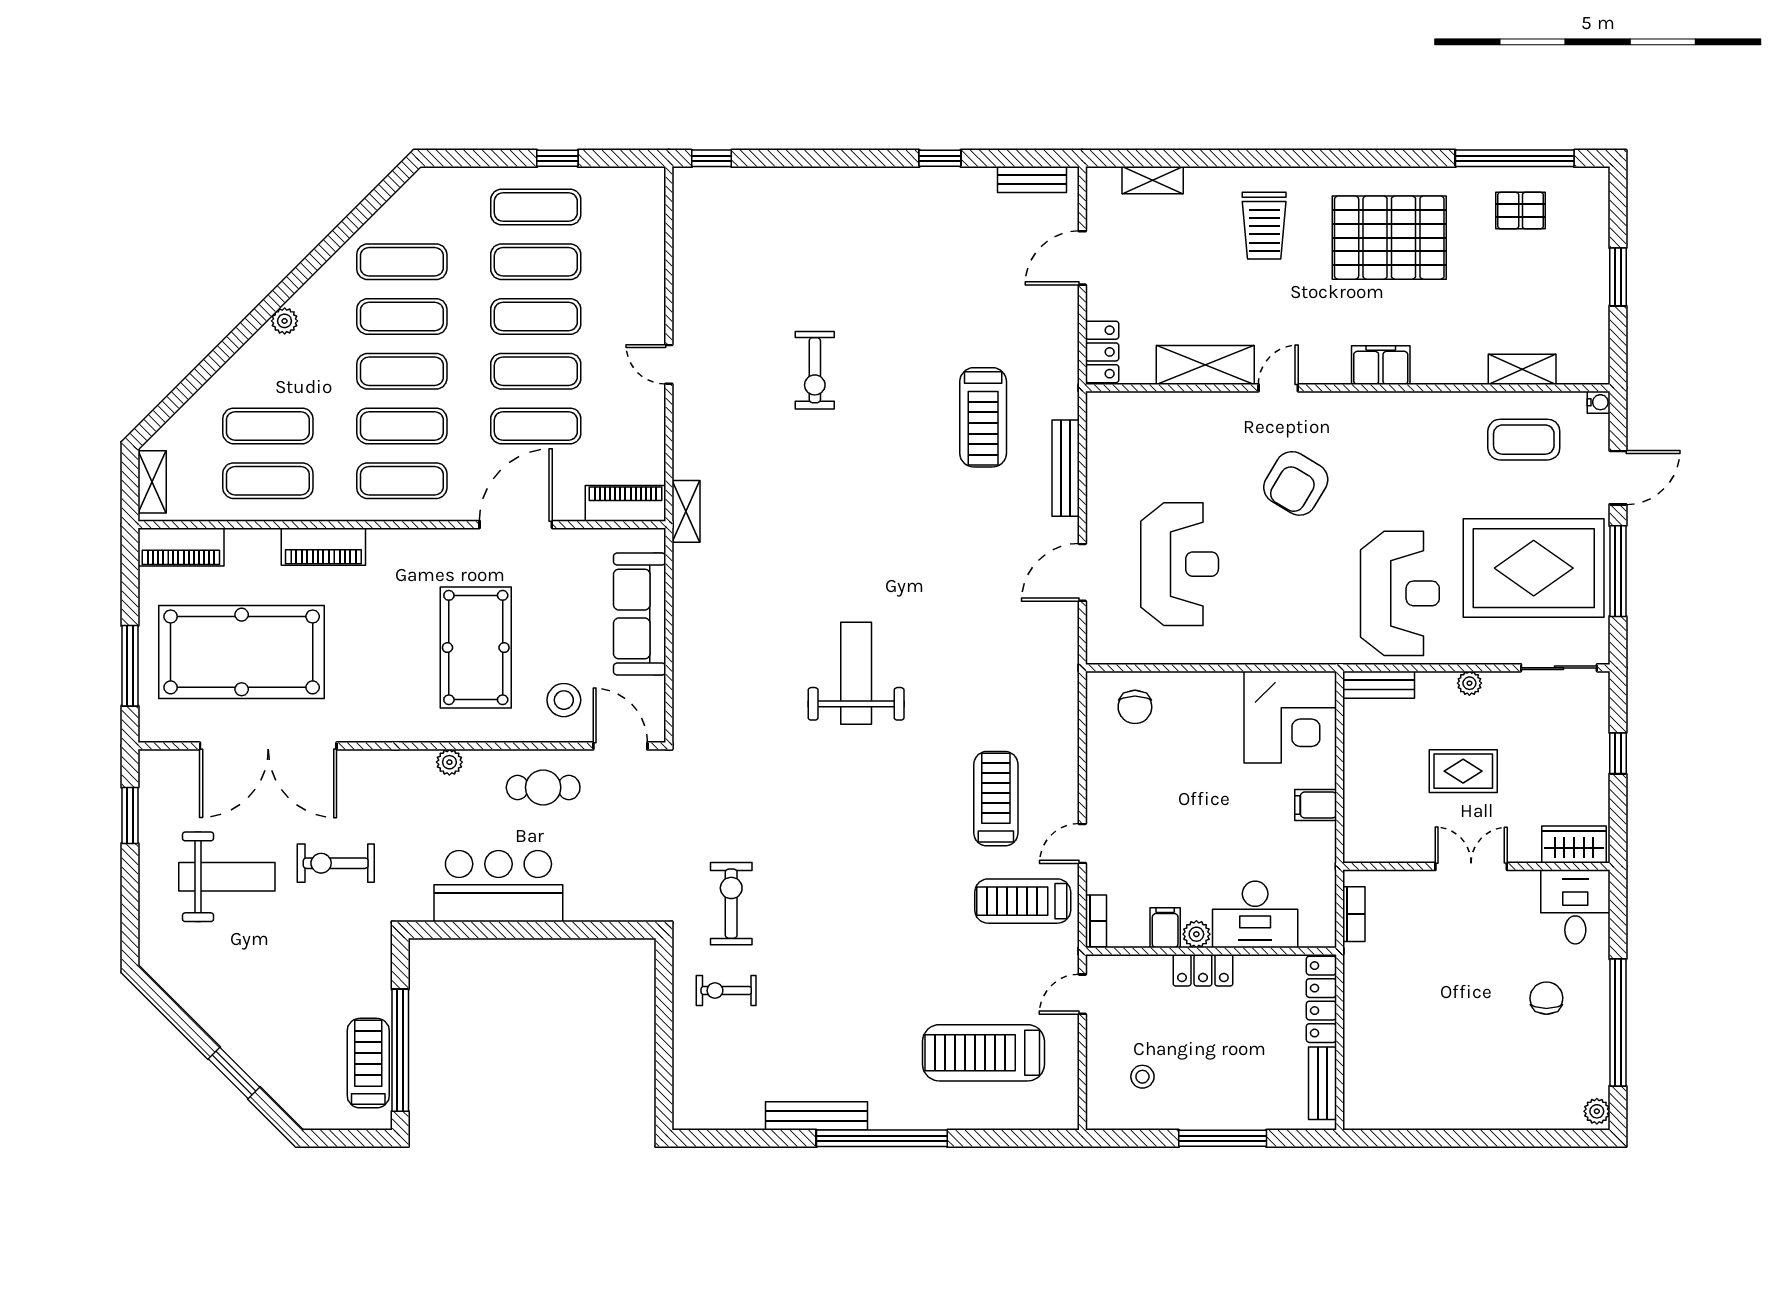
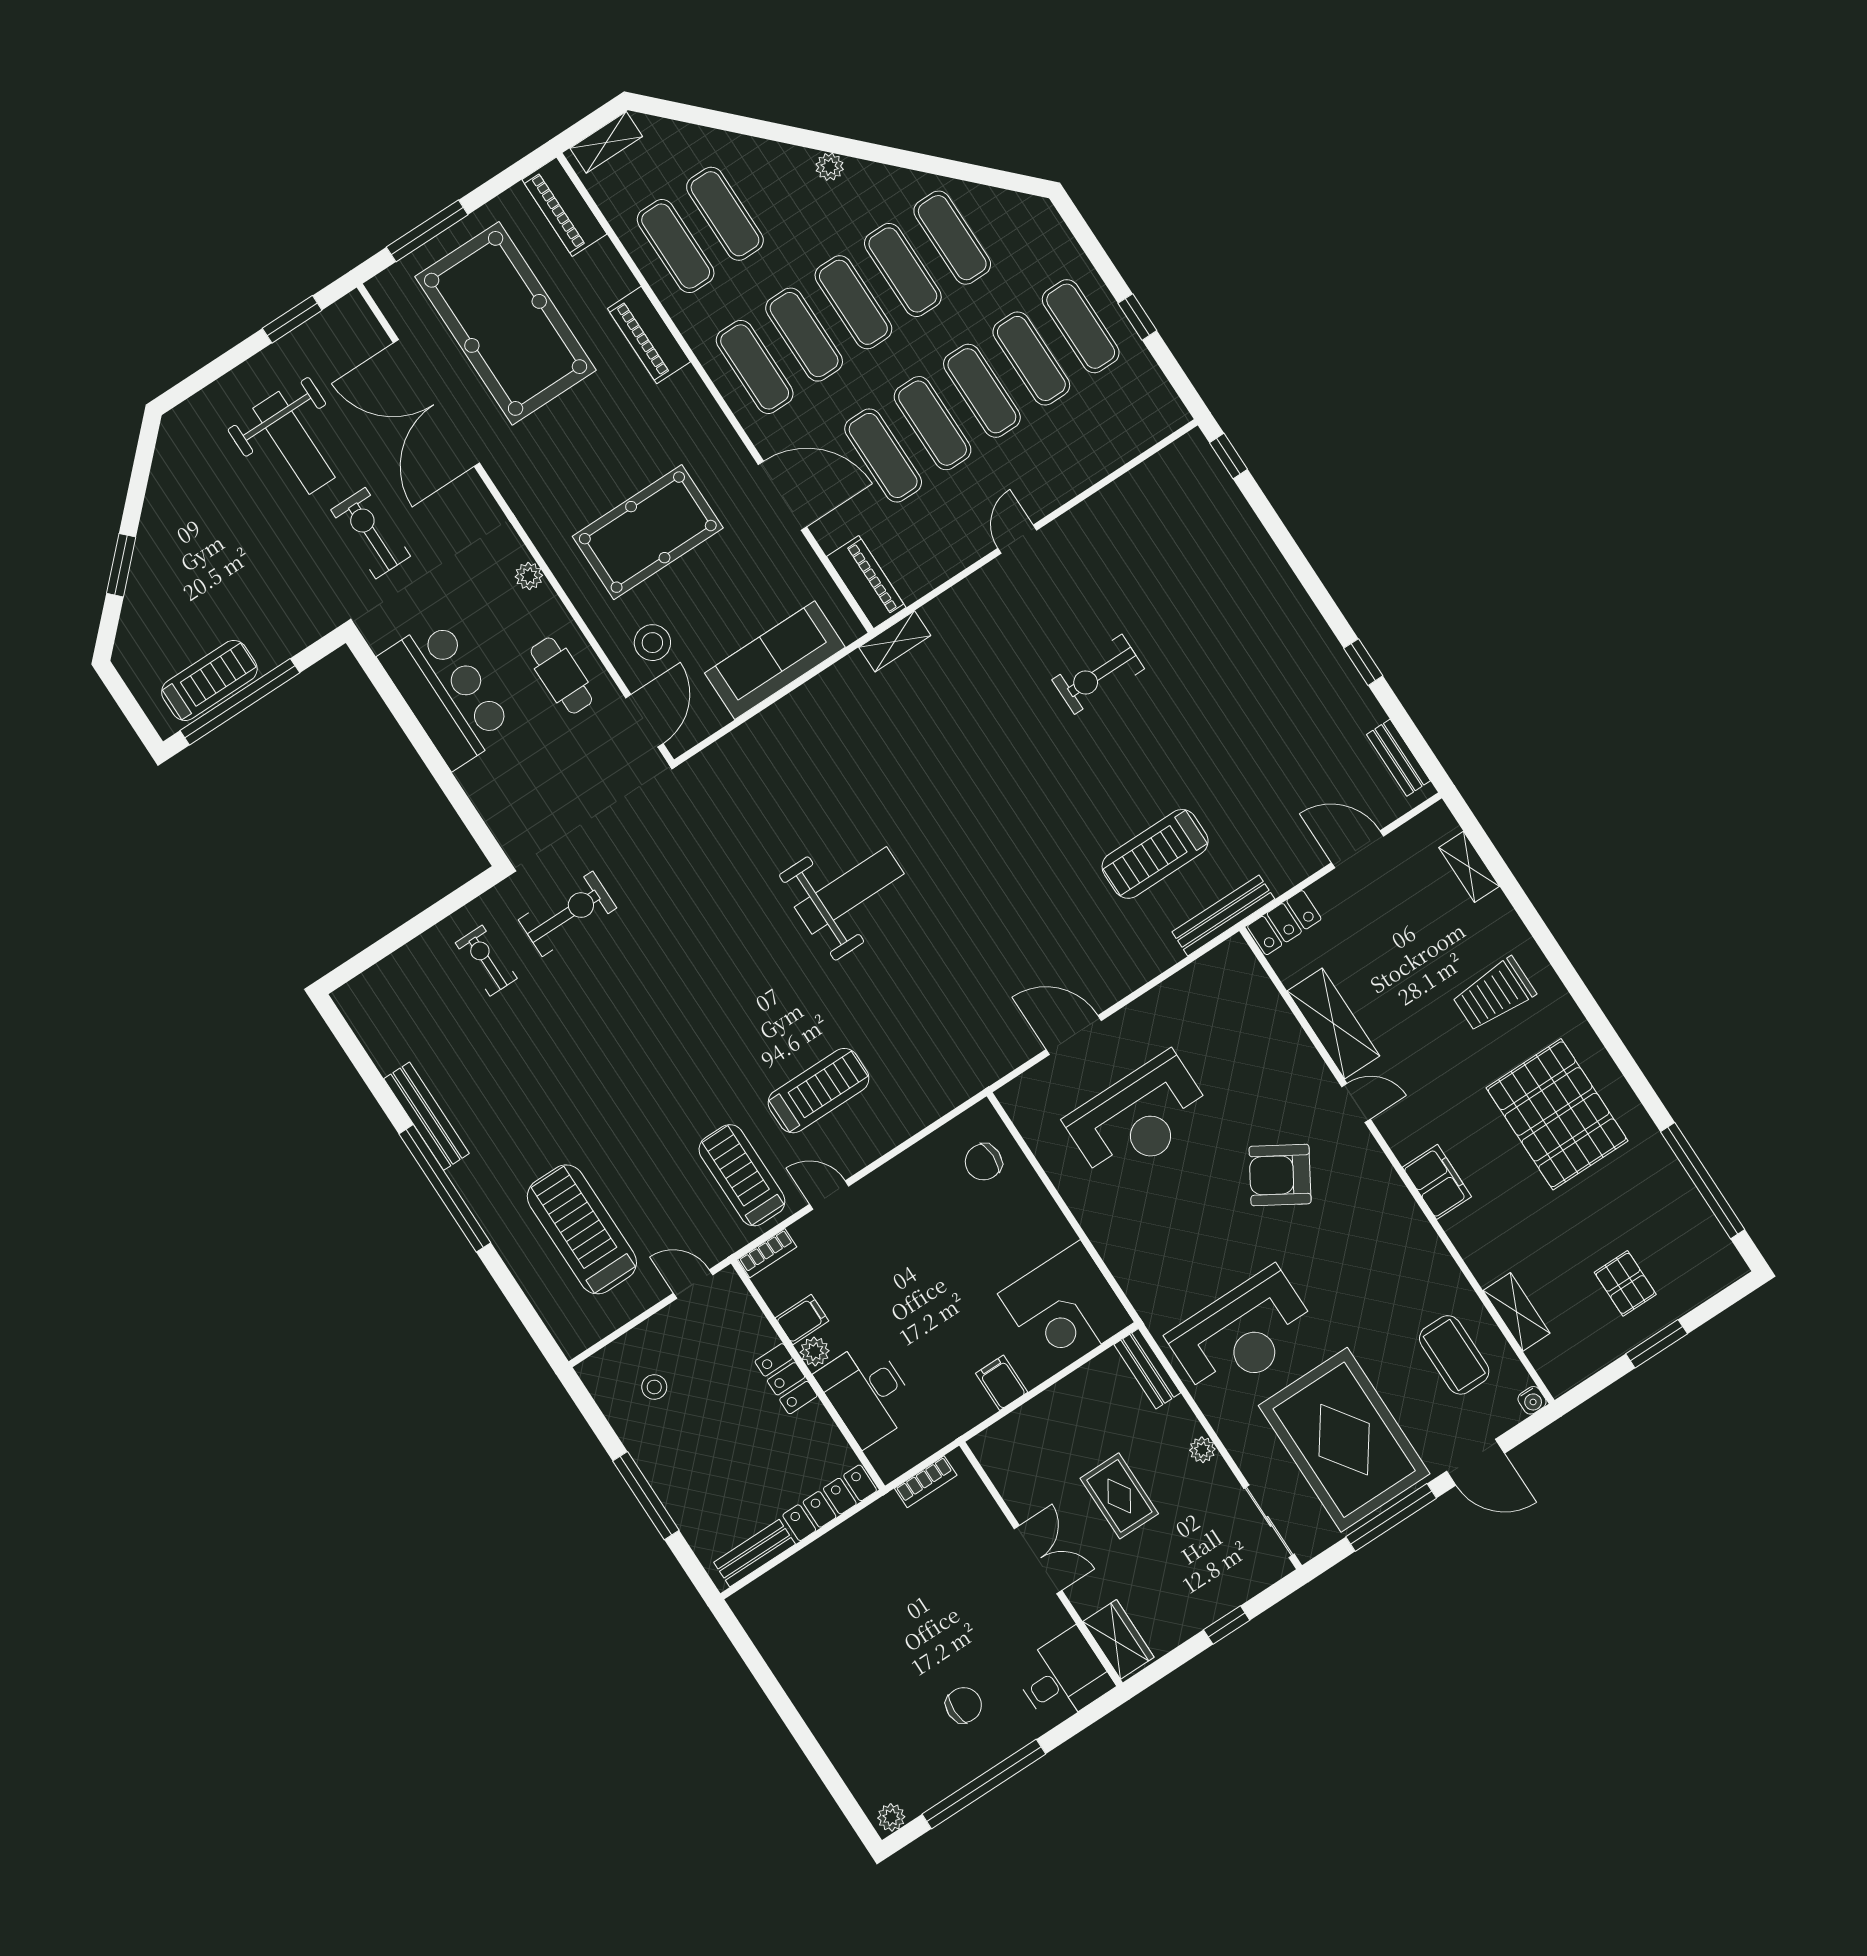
pallet: (1521, 211) -> (1625, 1283), moved
bench: (1066, 468) -> (1223, 915), moved

